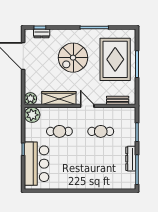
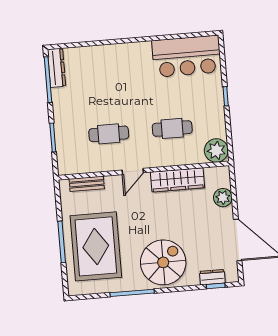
spiral stairs: (73, 58) -> (163, 262), moved
plant: (30, 99) -> (223, 198), moved
door: (87, 106) -> (133, 171), hinge flipped
dresser: (131, 159) -> (57, 68), moved
bar counter: (37, 164) -> (187, 56), moved, turned -90

